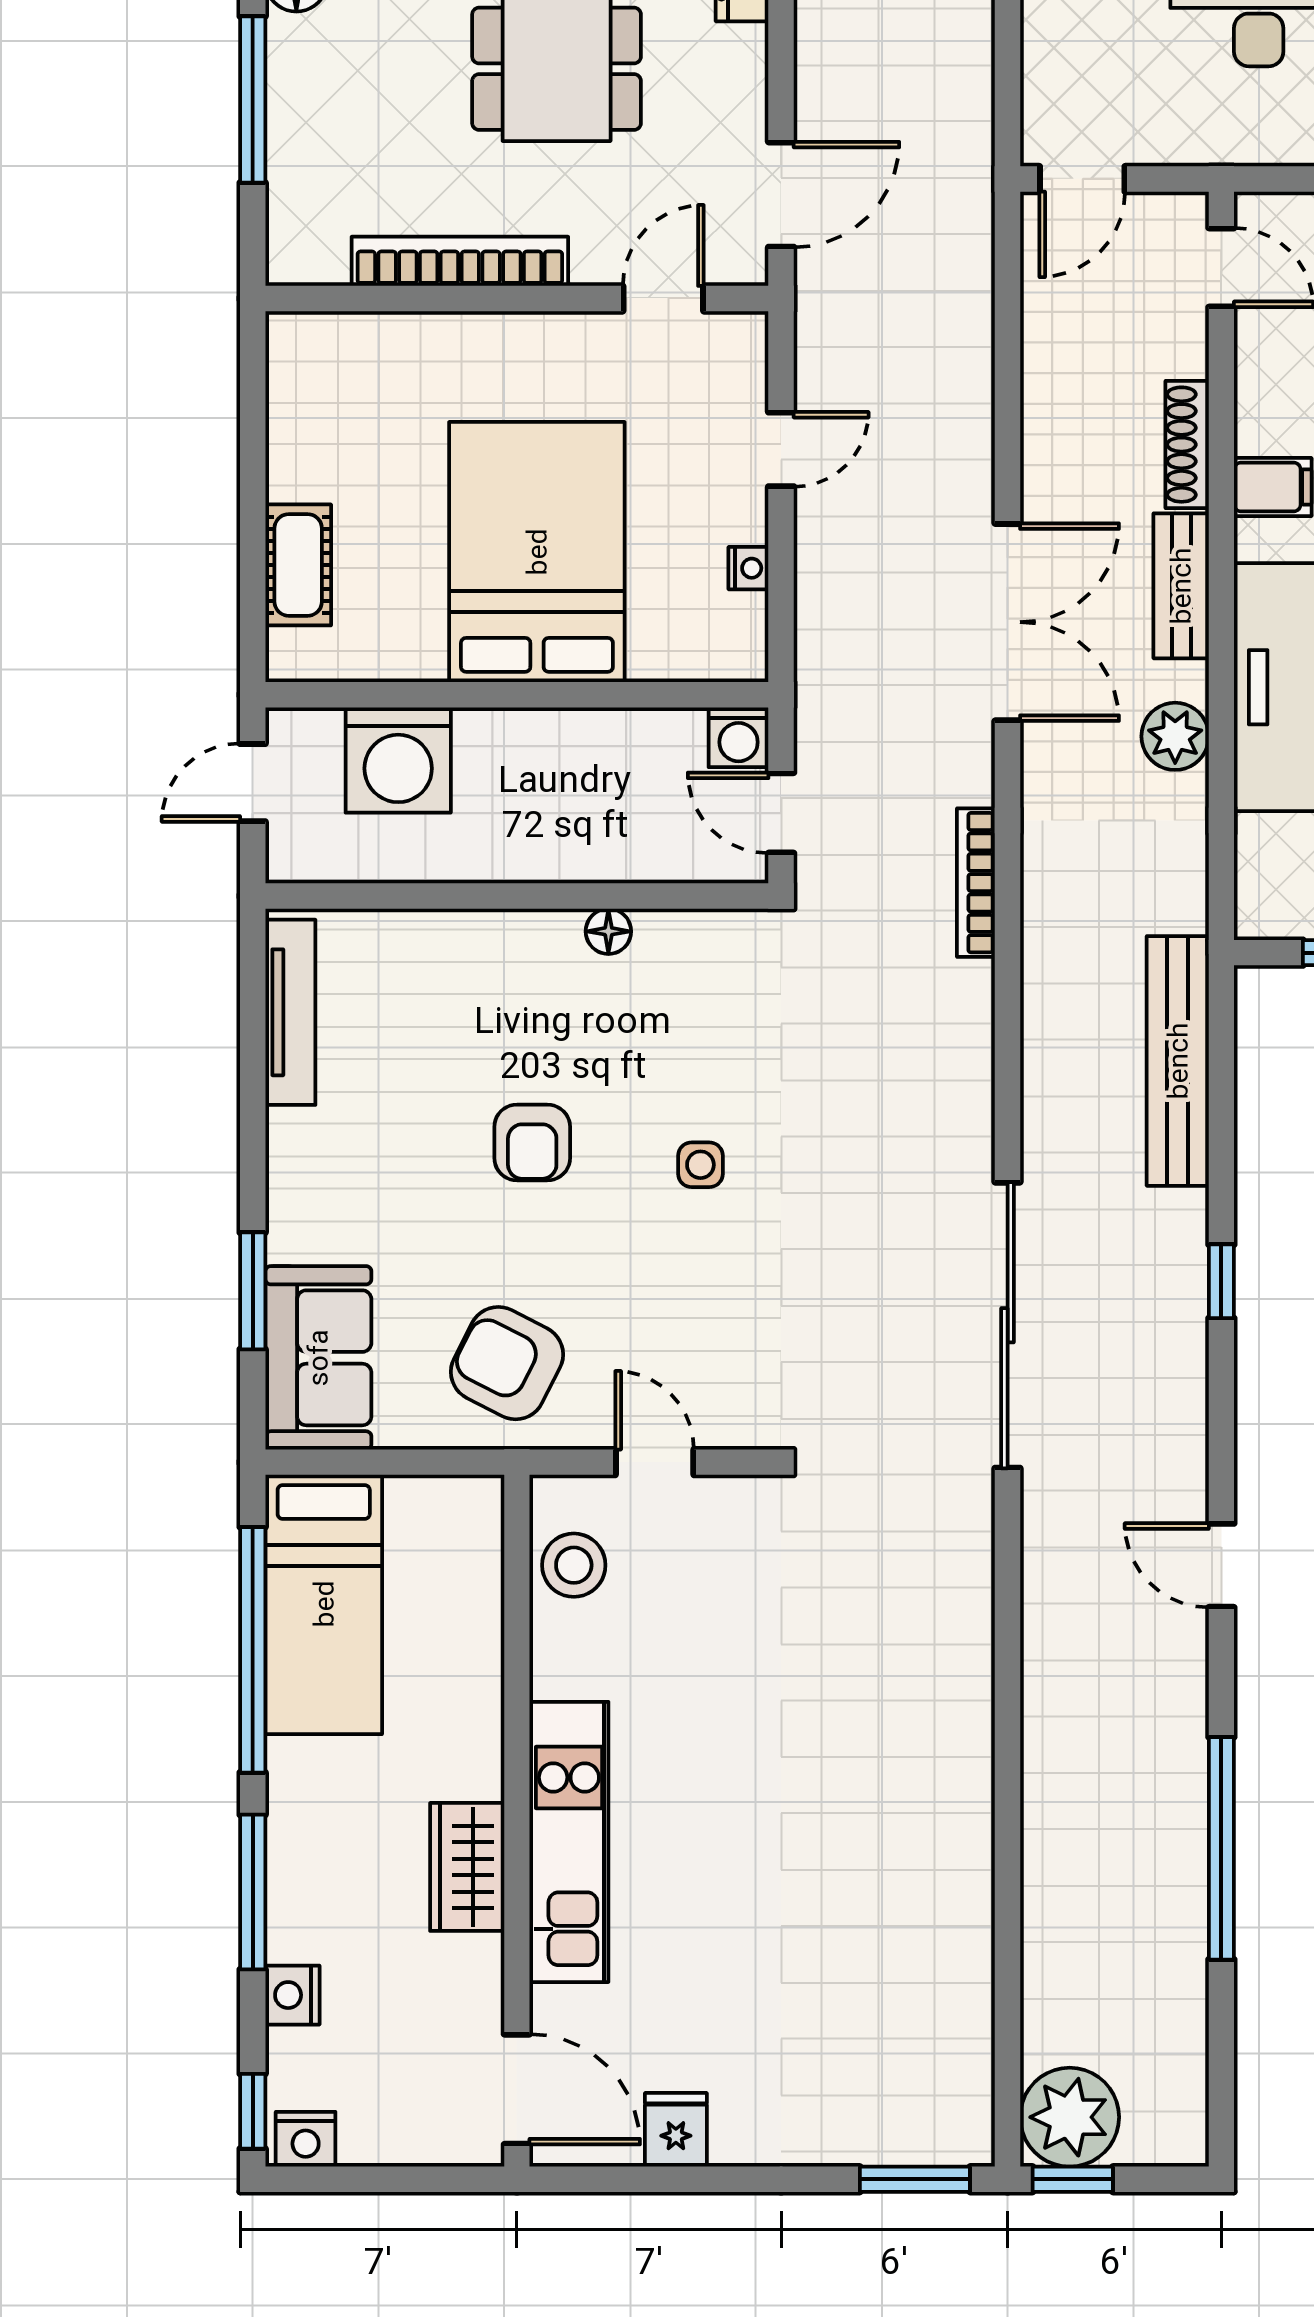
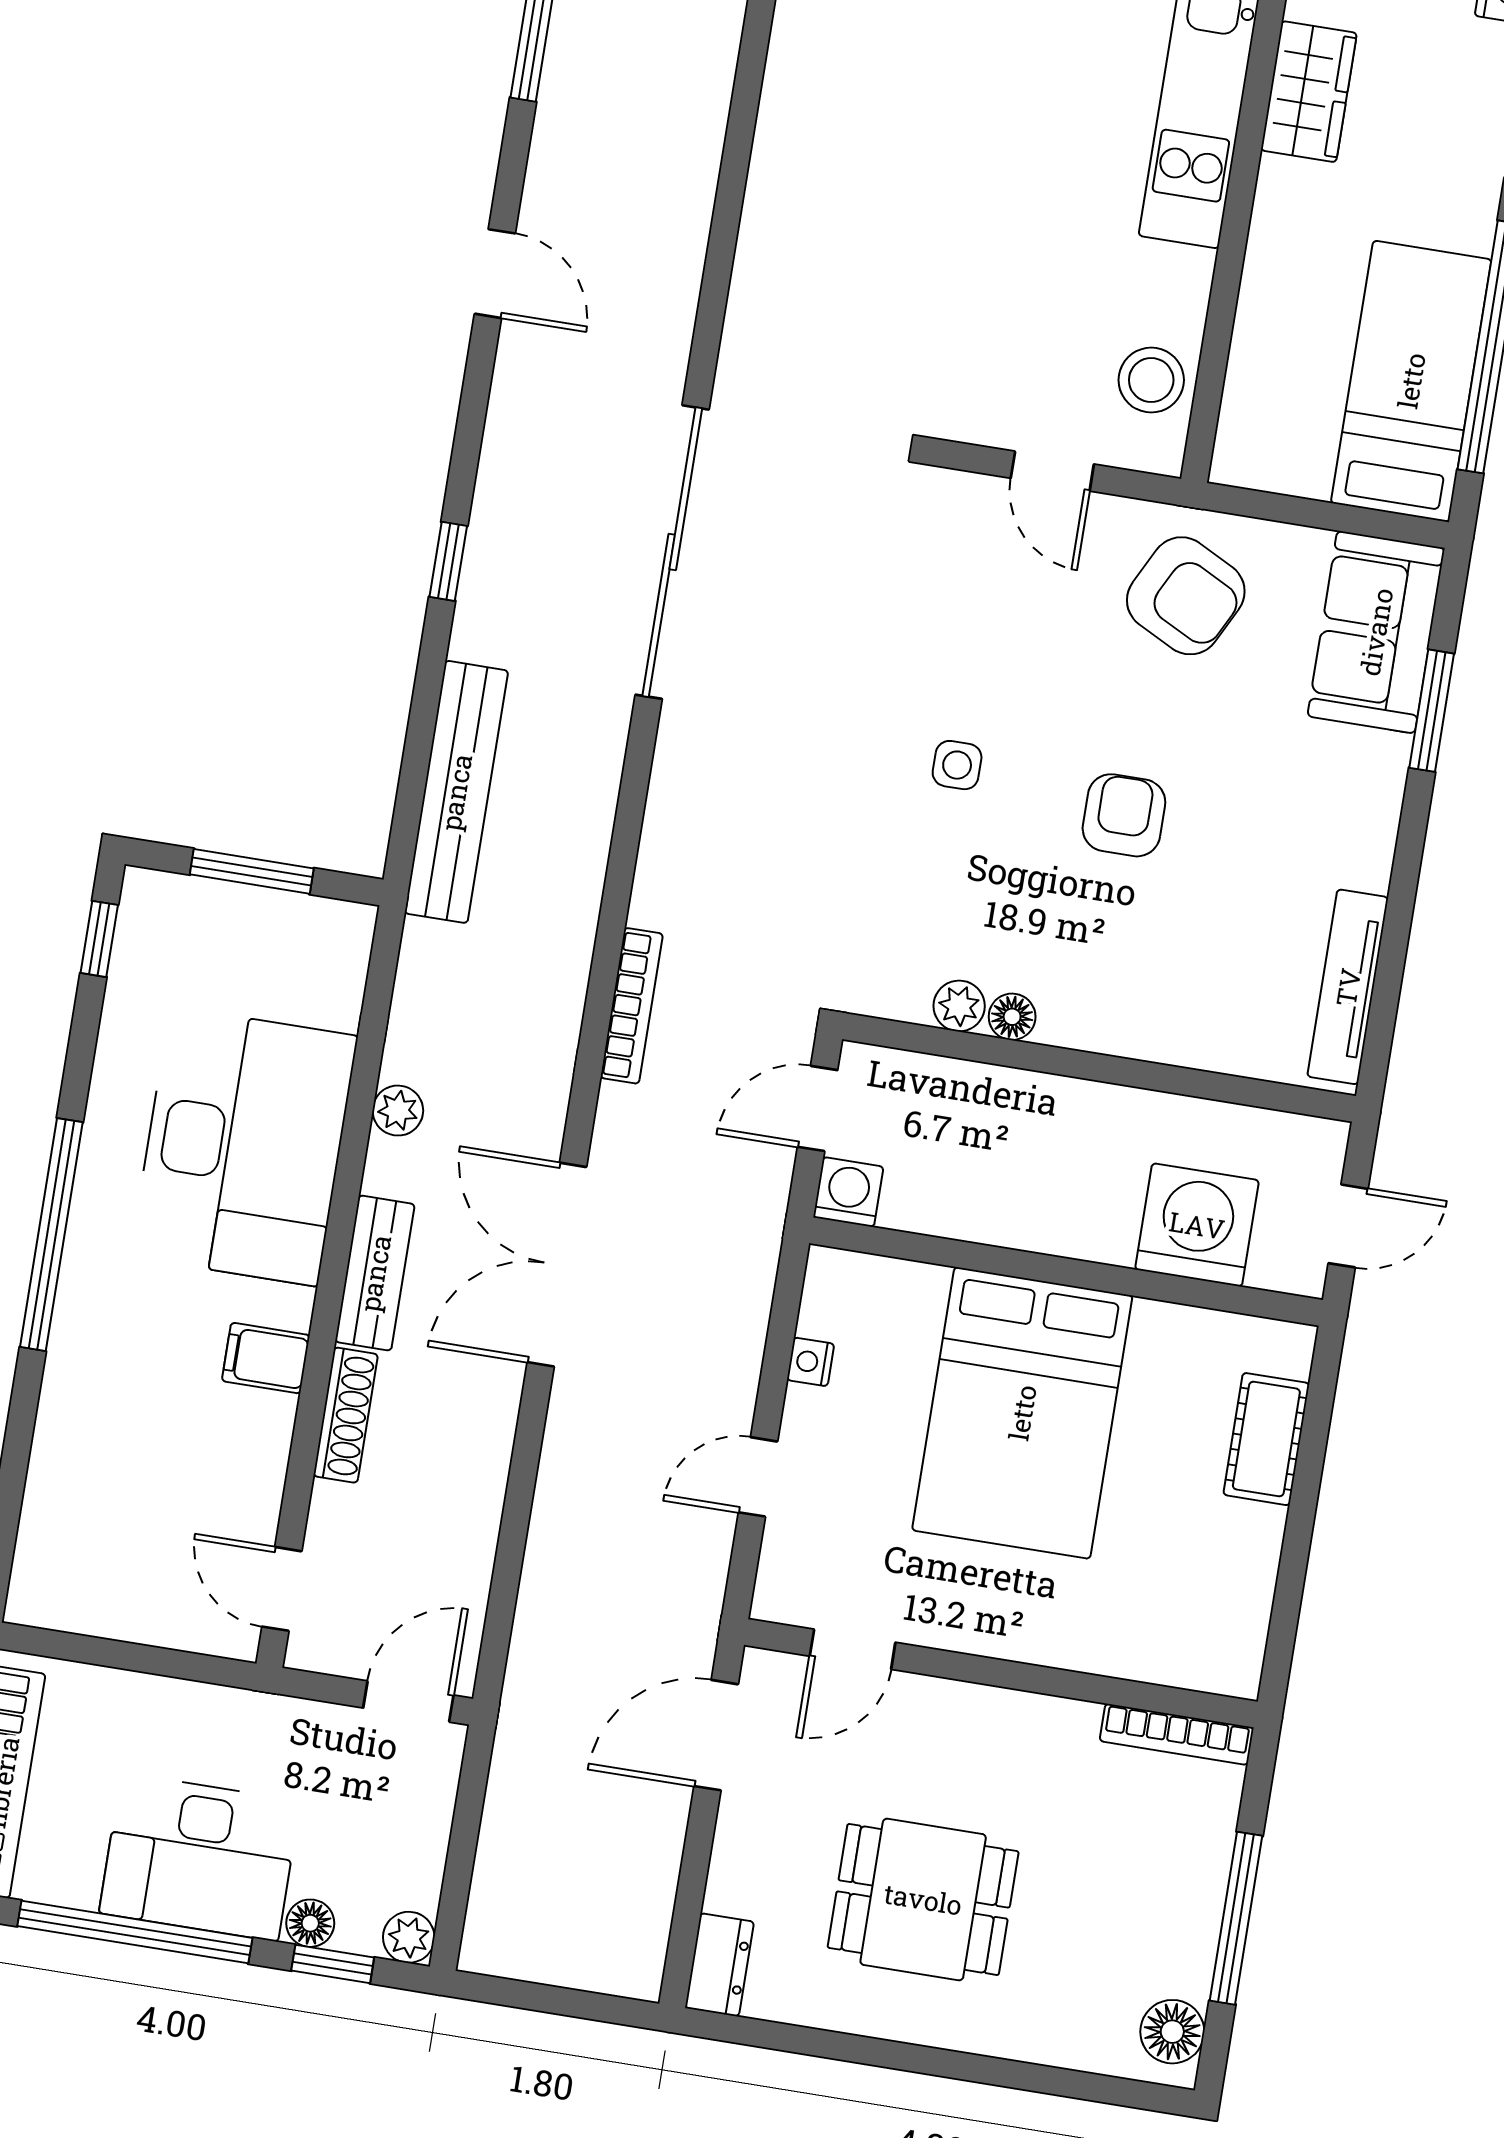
bookcase: (460, 261) -> (1177, 1734), moved, width x0.68, depth x0.76
plant: (1175, 736) -> (398, 1111), width x0.73, depth x0.73
door: (781, 813) -> (818, 1108), swing flipped
plant: (661, 933) -> (959, 1006), added

